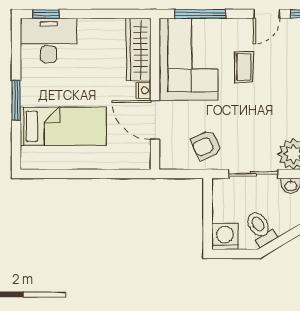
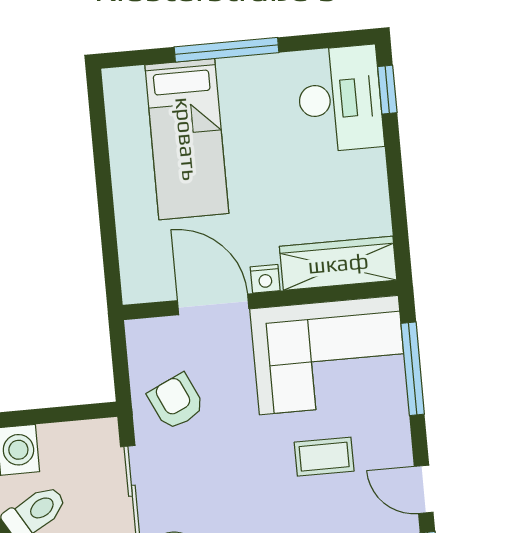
window: (16, 100) -> (226, 50), width x1.44
door: (155, 120) -> (213, 304), hinge flipped

